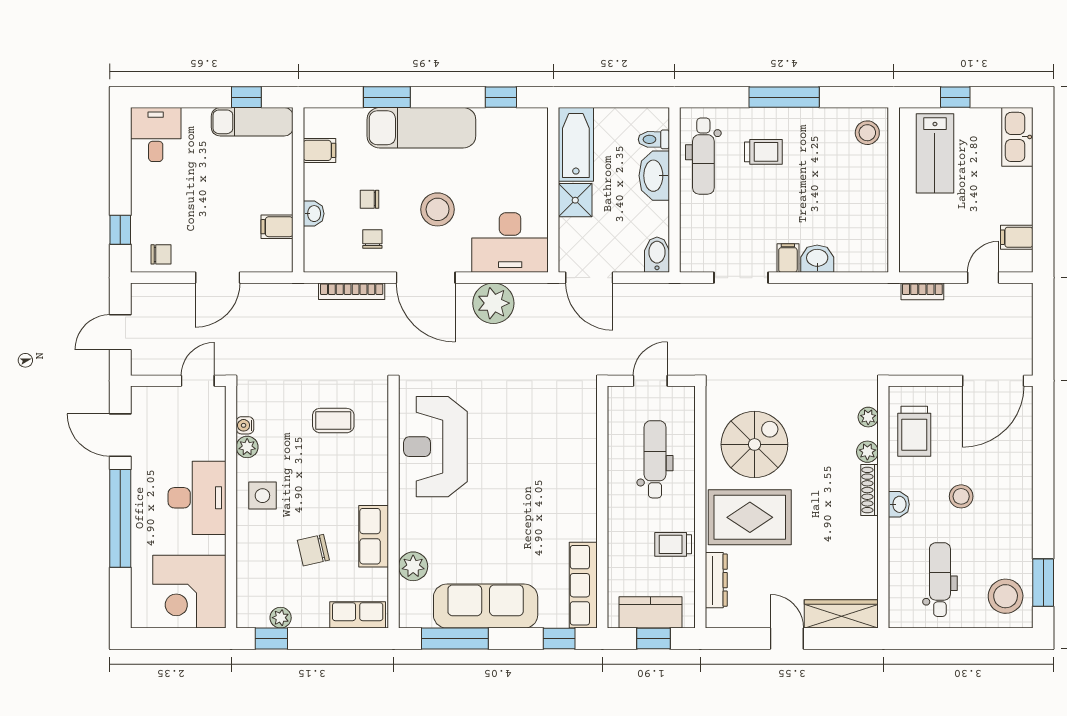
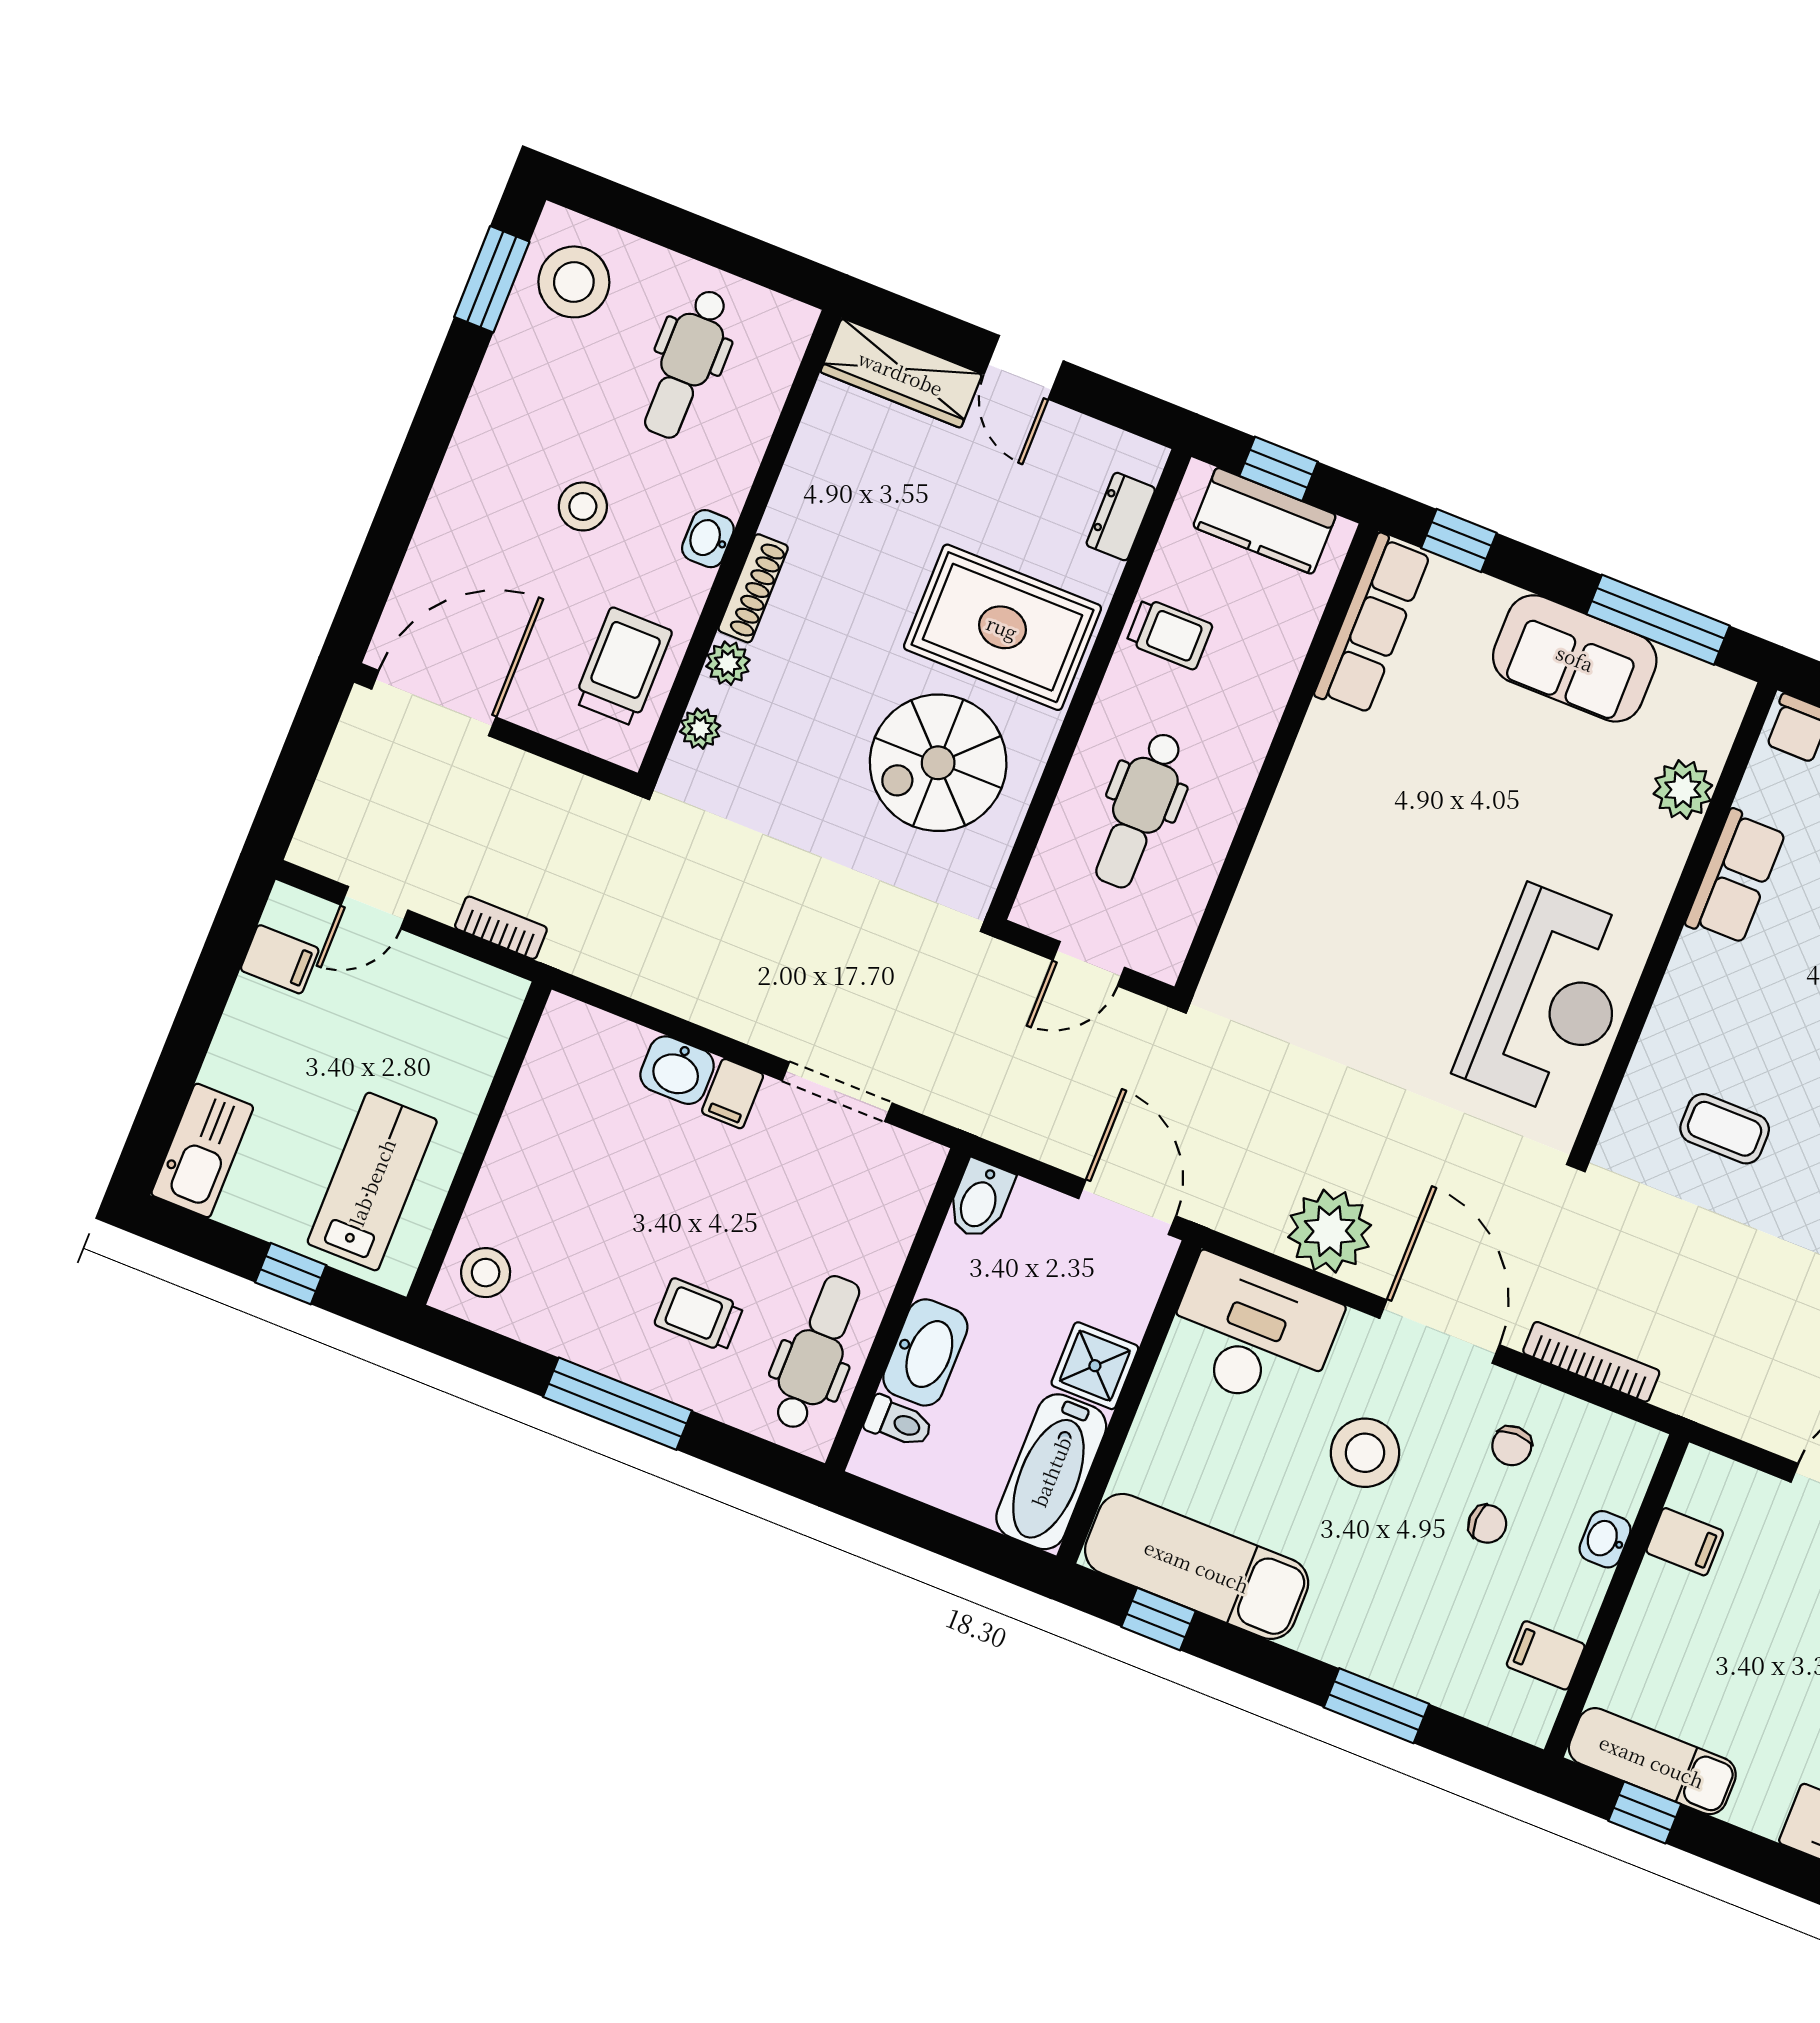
exam couch: (421, 128) -> (1197, 1566), moved
dresser: (716, 580) -> (1121, 517), width x0.70
sofa: (486, 606) -> (1575, 658), width x0.73

